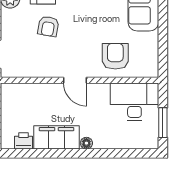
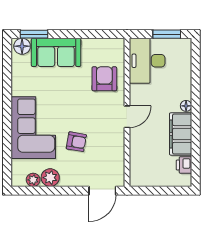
armchair: (115, 56) -> (104, 79), turned 90

